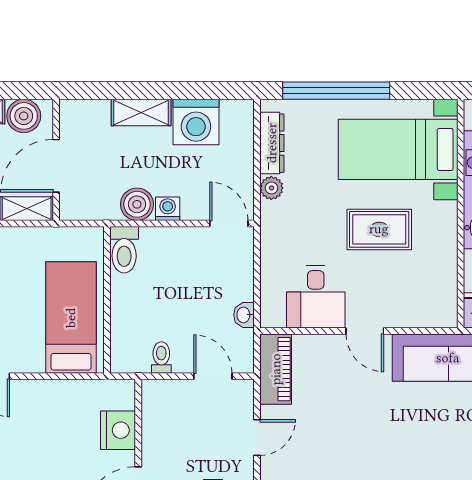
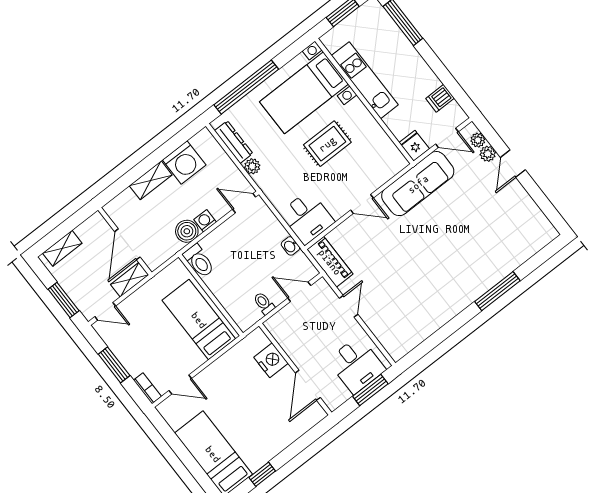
boiler: (24, 116) -> (89, 231), removed
desk: (316, 297) -> (307, 217), moved

